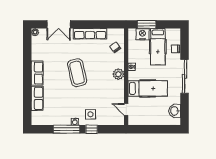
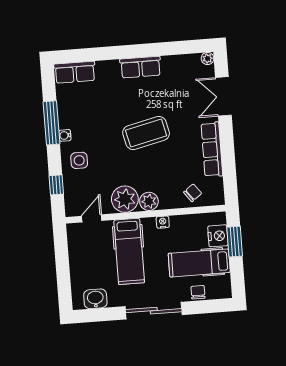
plant: (116, 89) -> (125, 199), added
row of seats: (37, 98) -> (75, 72), moved
window: (92, 129) -> (56, 185), moved

